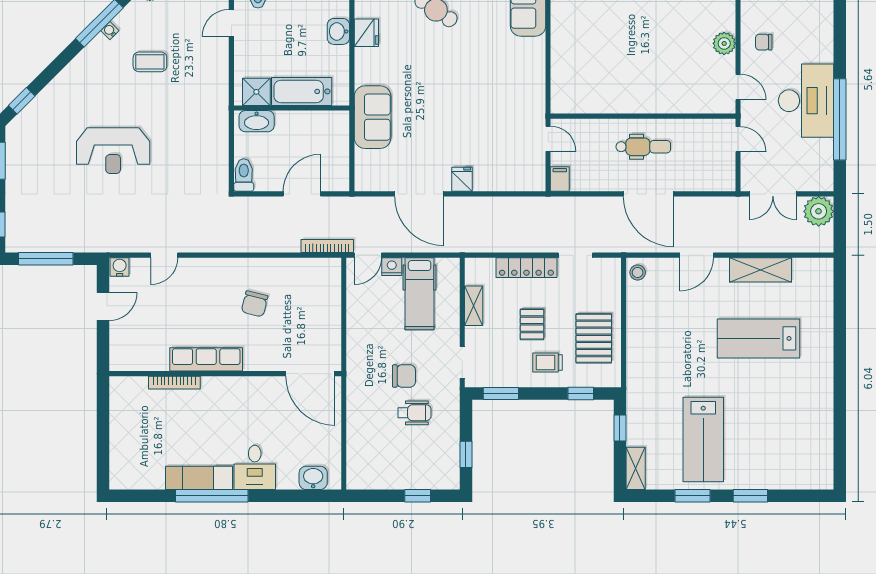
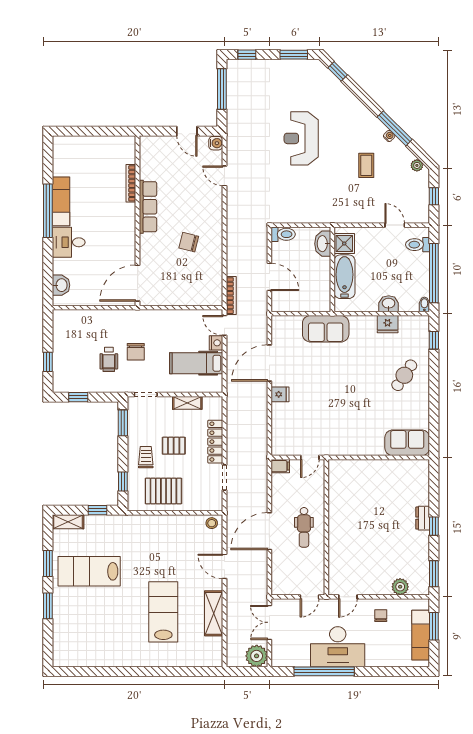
plant: (724, 43) -> (400, 587), moved

